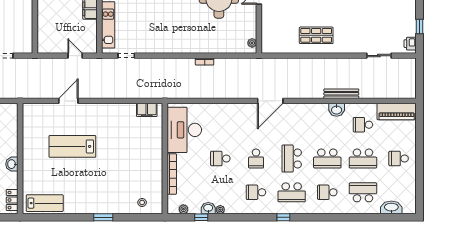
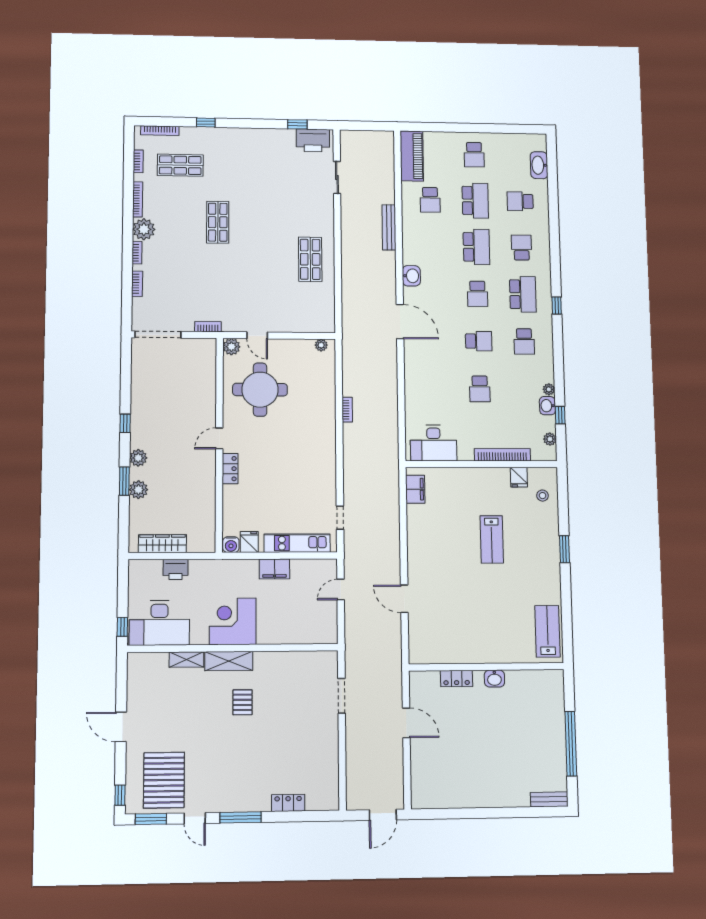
printer: (410, 44) -> (313, 140), width x1.87, depth x1.48
washbasin: (337, 110) -> (411, 276), moved
desk: (184, 130) -> (434, 443), width x0.73, depth x0.77
lab bench: (72, 146) -> (492, 539), moved, width x0.73, depth x0.72
school desk: (292, 159) -> (477, 294), width x0.54
fridge: (155, 186) -> (519, 477), added
school desk: (327, 192) -> (521, 248), turned 180
school desk: (363, 192) -> (520, 201), width x0.54
locker: (12, 200) -> (457, 679), moved

